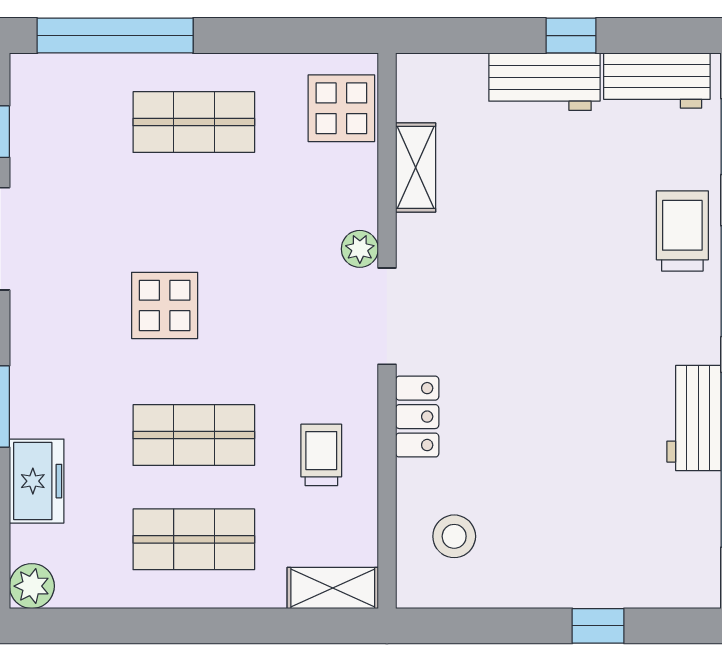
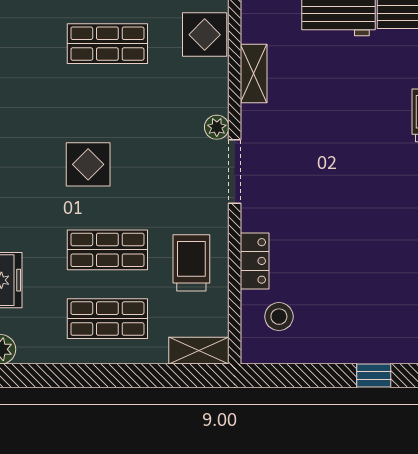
locker: (417, 417) -> (255, 261), moved
trolley: (321, 455) -> (191, 263), width x1.36, depth x1.39

